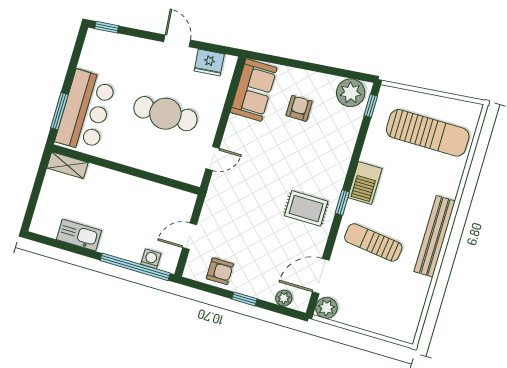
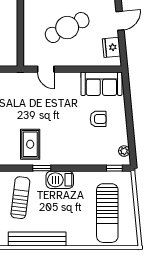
plant: (351, 93) -> (124, 151), width x0.53, depth x0.53
cafe table: (165, 114) -> (67, 28), turned 63

